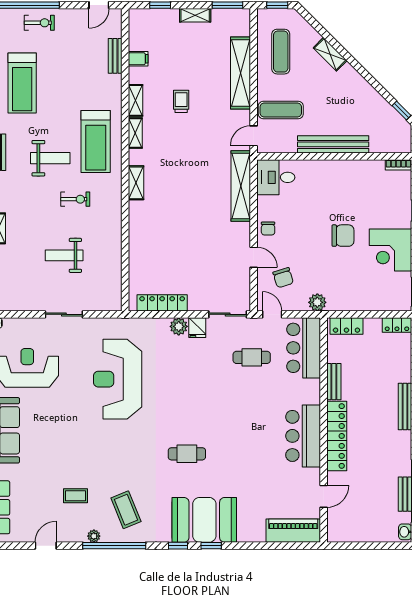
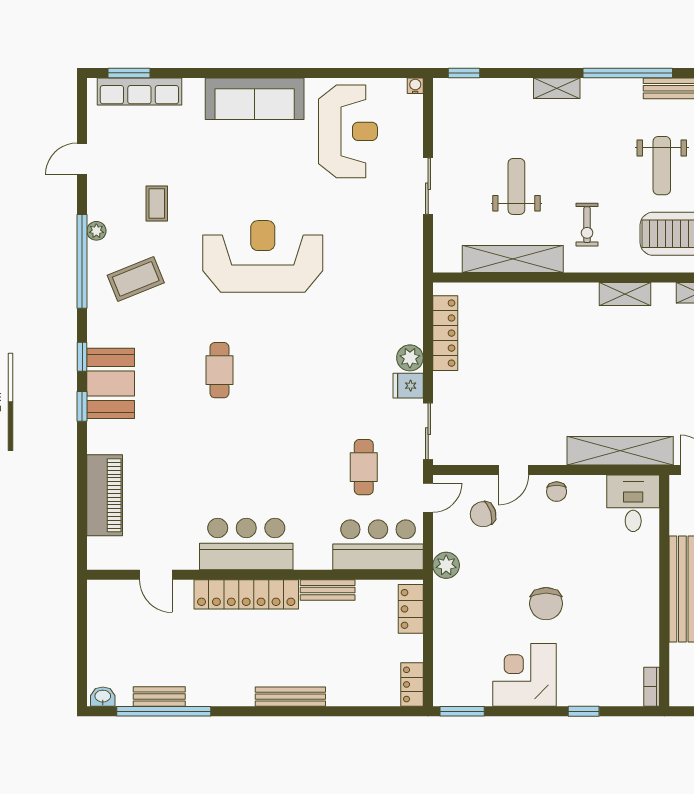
exercise bike: (75, 199) -> (587, 225), moved
chair: (268, 229) -> (557, 492), turned -90
shelving: (113, 258) -> (513, 259), added
reception desk: (118, 379) -> (263, 256), moved
booth: (204, 520) -> (111, 383), width x0.73, depth x0.70
piano: (293, 531) -> (105, 495), moved
door: (46, 546) -> (82, 159), swing flipped

